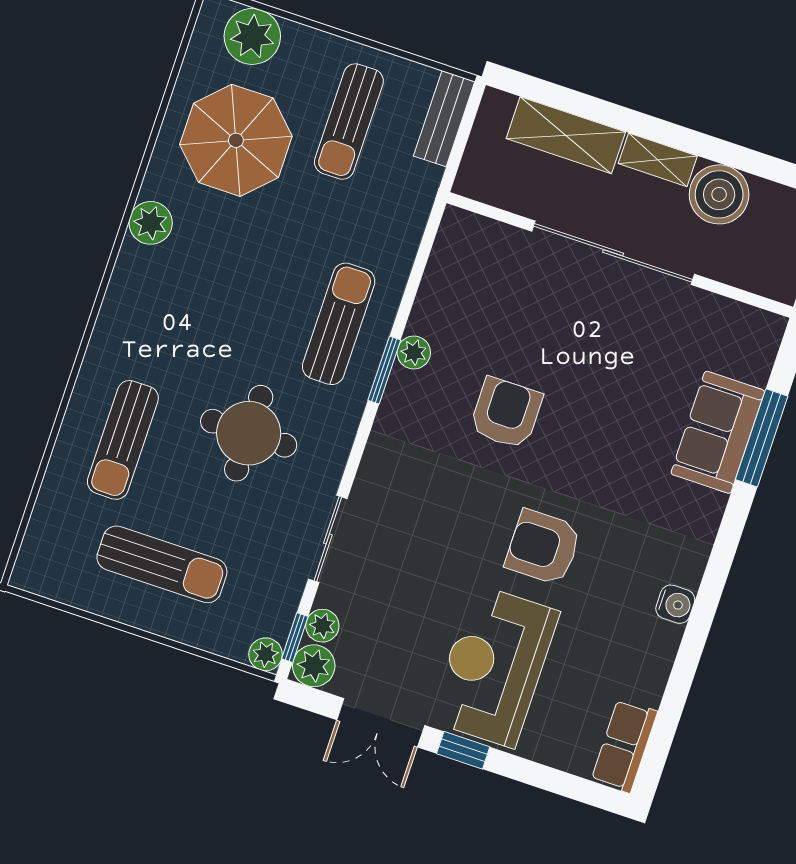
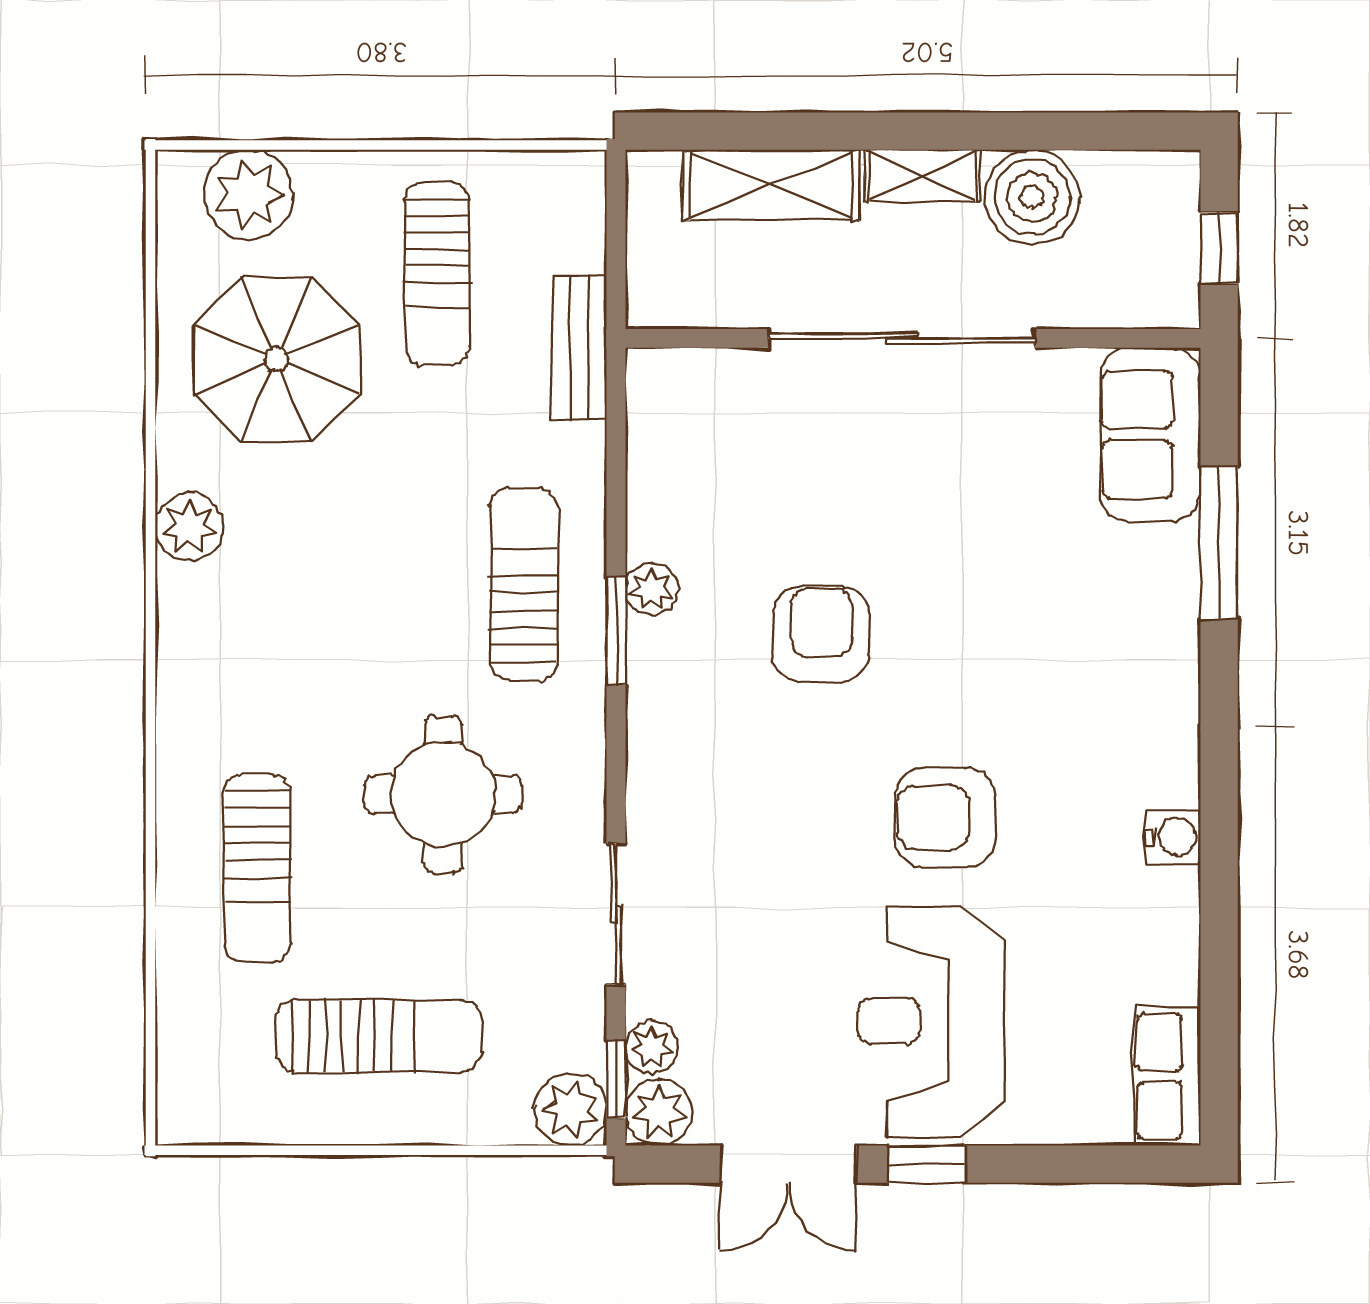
bench: (444, 119) -> (579, 348), moved
sofa: (718, 432) -> (1150, 435), moved
plant: (266, 654) -> (570, 1109), width x1.38, depth x1.38

